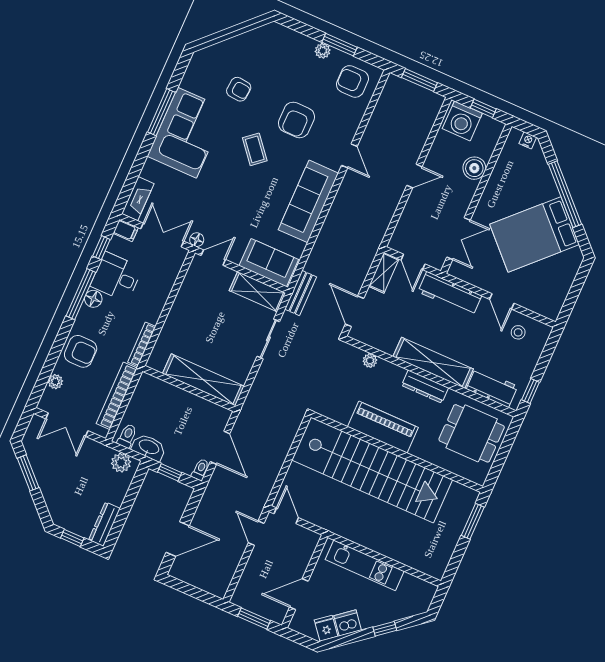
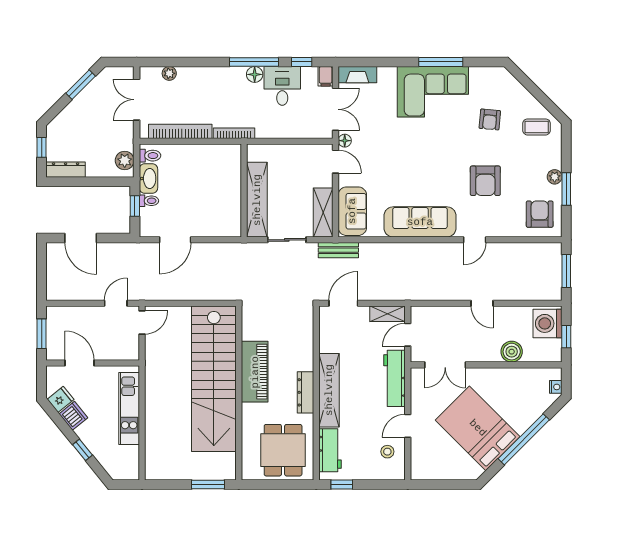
armchair: (296, 120) -> (485, 181), turned -90
coffee table: (255, 149) -> (537, 127), moved, turned 40
armchair: (81, 351) -> (205, 83), removed
plant: (370, 361) -> (307, 335), removed
shelving: (203, 380) -> (257, 200), moved
wall: (189, 388) -> (244, 191), moved
toilet: (200, 470) -> (149, 201), moved

